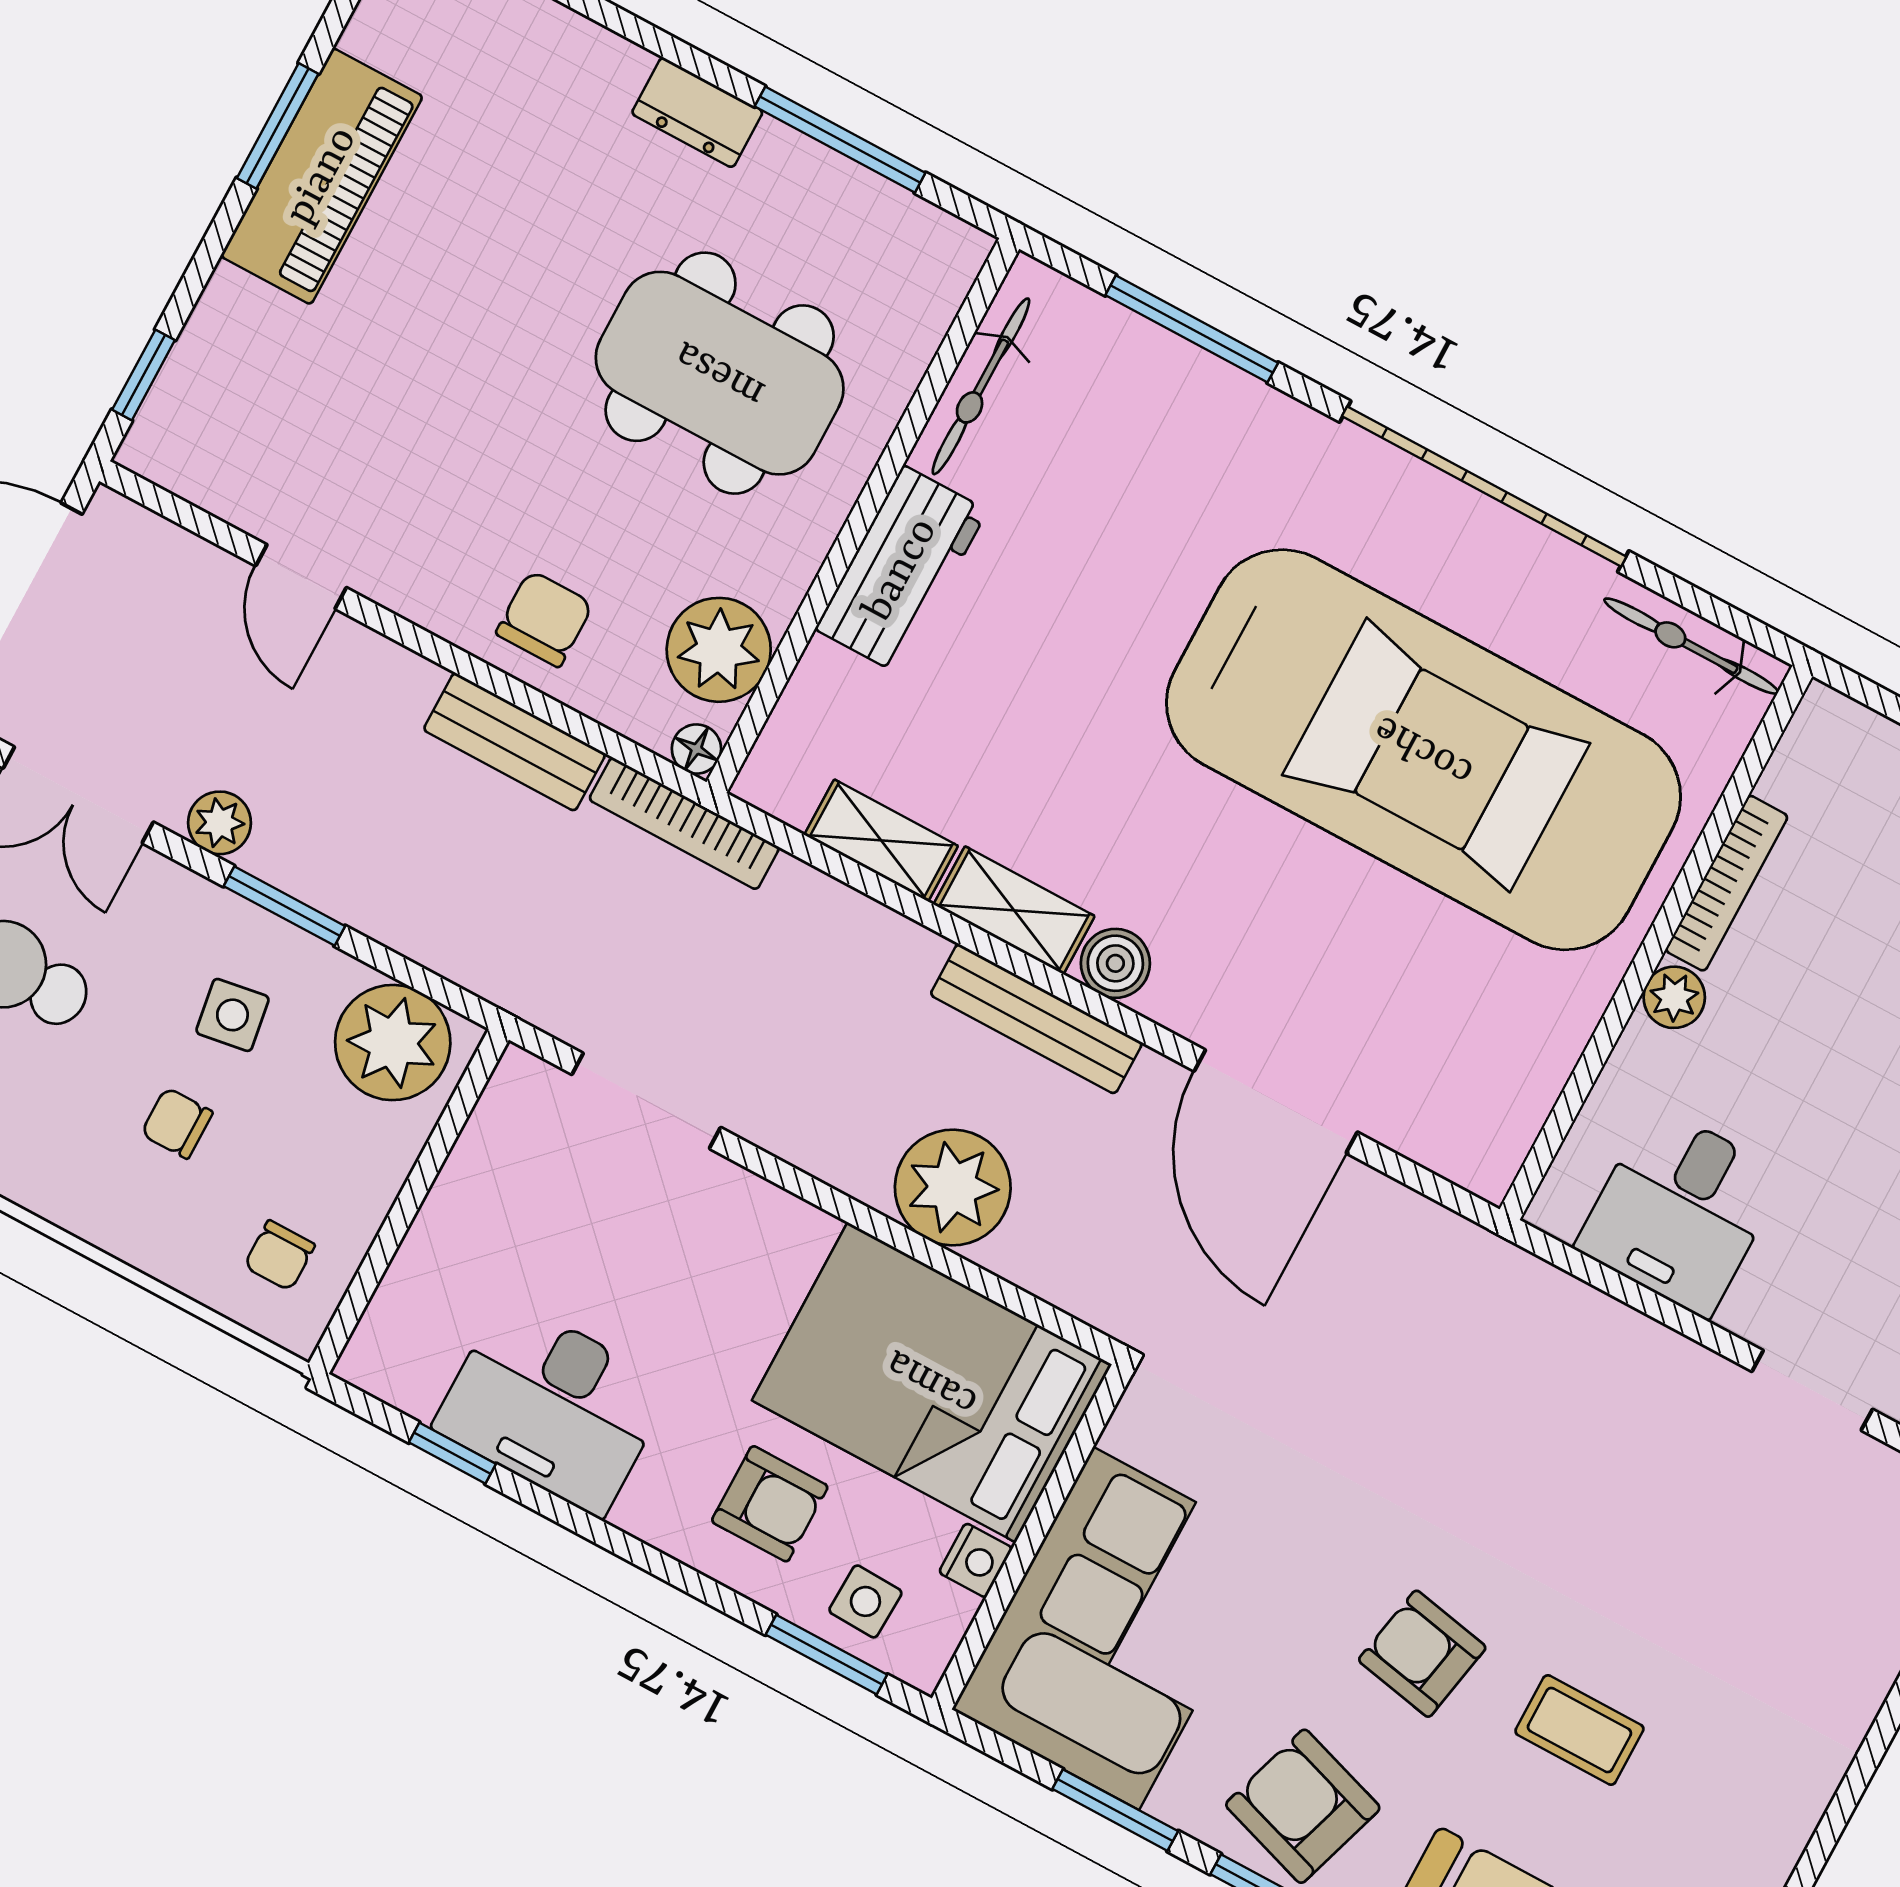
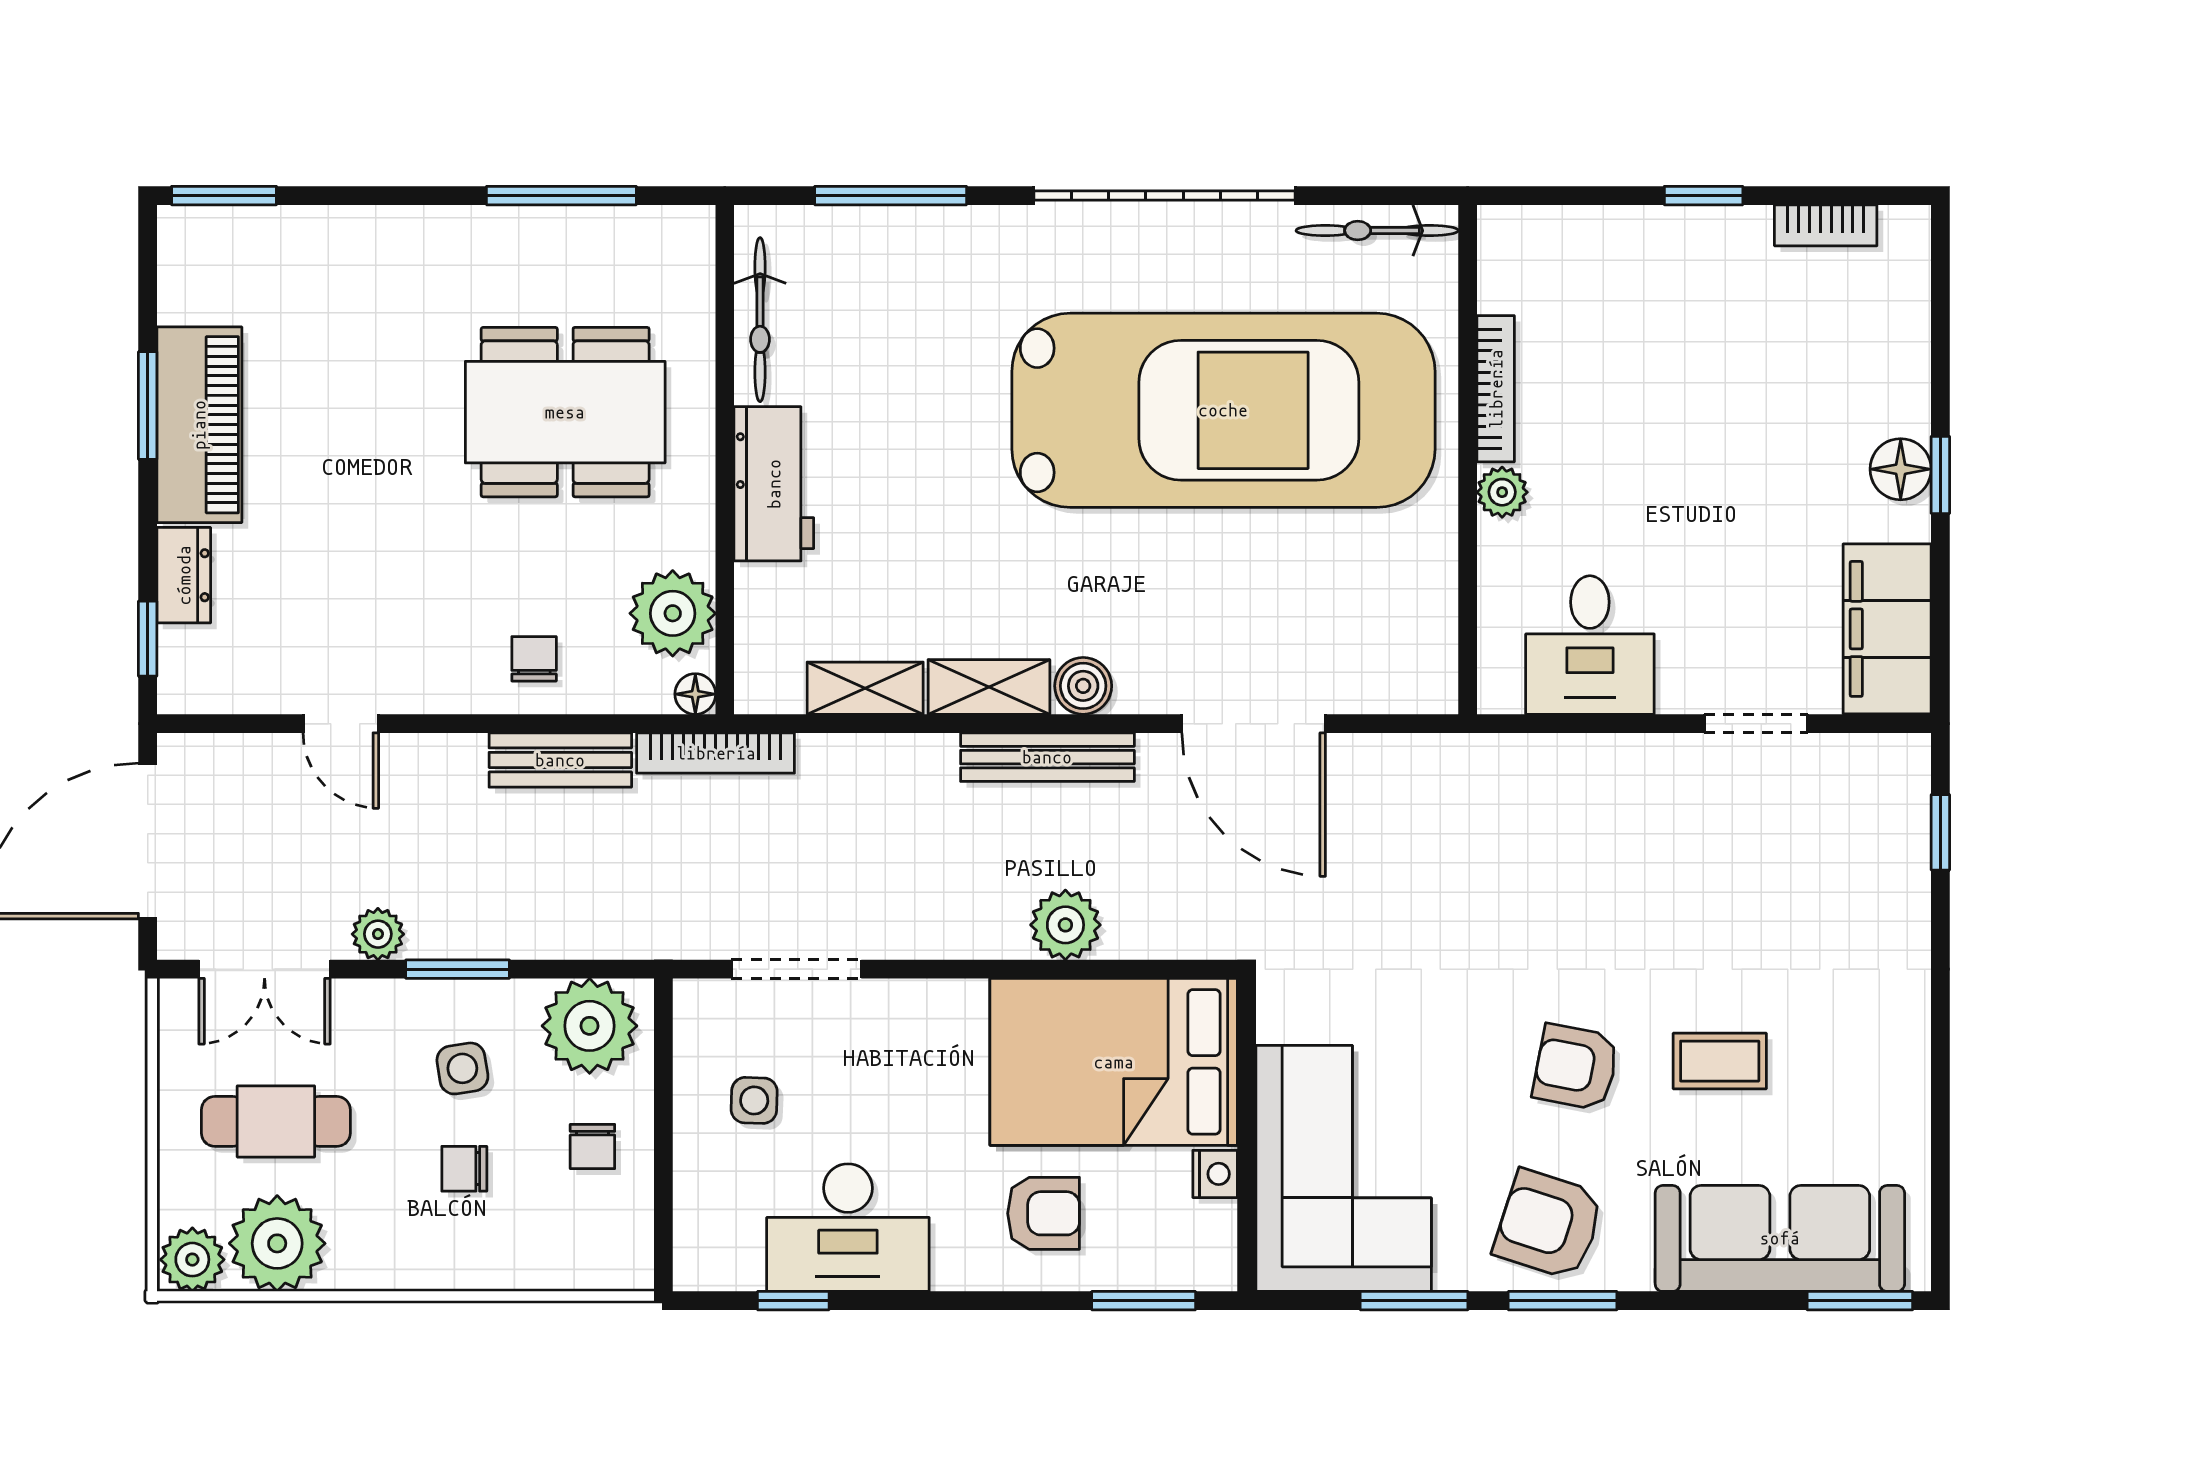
dresser: (697, 112) -> (184, 575), moved, turned -90
chair: (544, 619) -> (534, 659), width x0.73, depth x0.73
plant: (953, 1188) -> (1065, 925), width x0.73, depth x0.73
chair: (279, 1255) -> (592, 1146), moved
side table: (865, 1601) -> (754, 1100), moved

